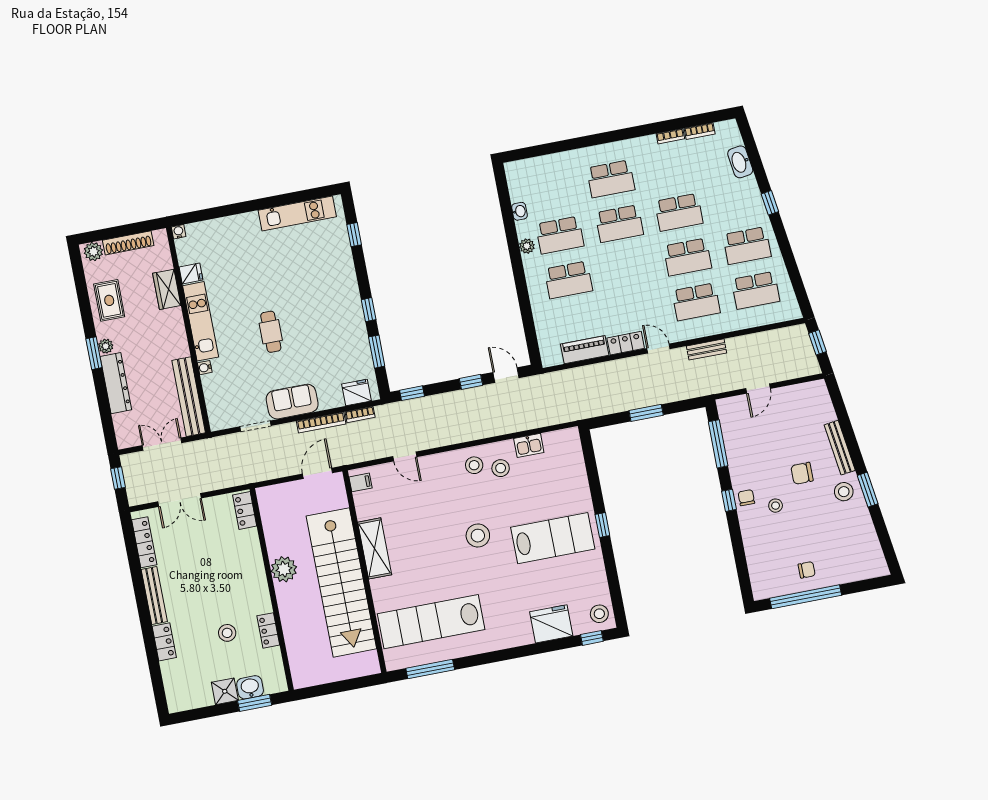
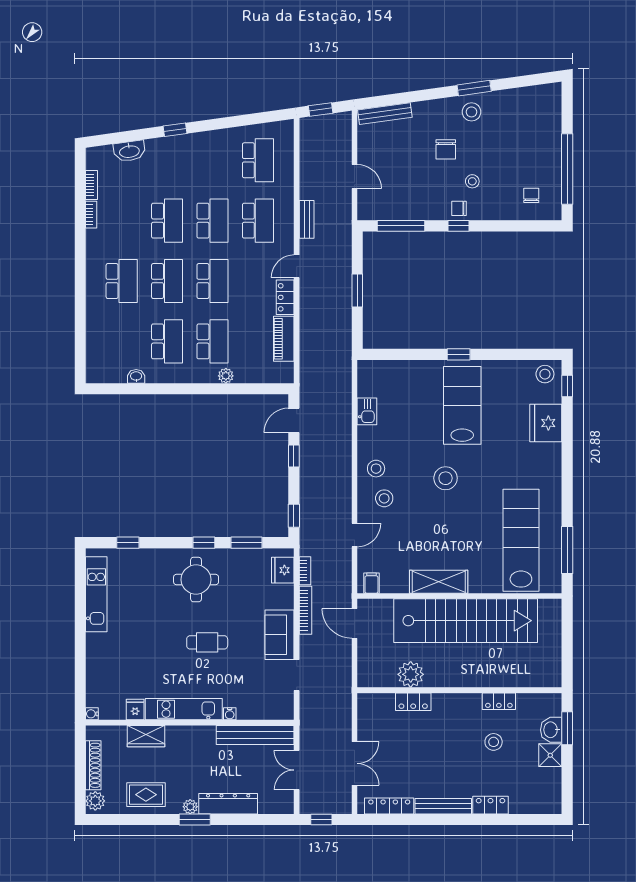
plant: (527, 246) -> (226, 376), moved
school desk: (747, 246) -> (212, 281), moved
round table: (331, 309) -> (196, 580), added
bench: (840, 448) -> (385, 114), moved
stool: (501, 468) -> (384, 498), moved
locker: (245, 511) -> (413, 702), moved
plant: (284, 569) -> (411, 674), moved
chair: (807, 570) -> (531, 195), moved
lab bench: (431, 622) -> (521, 540), turned 180

